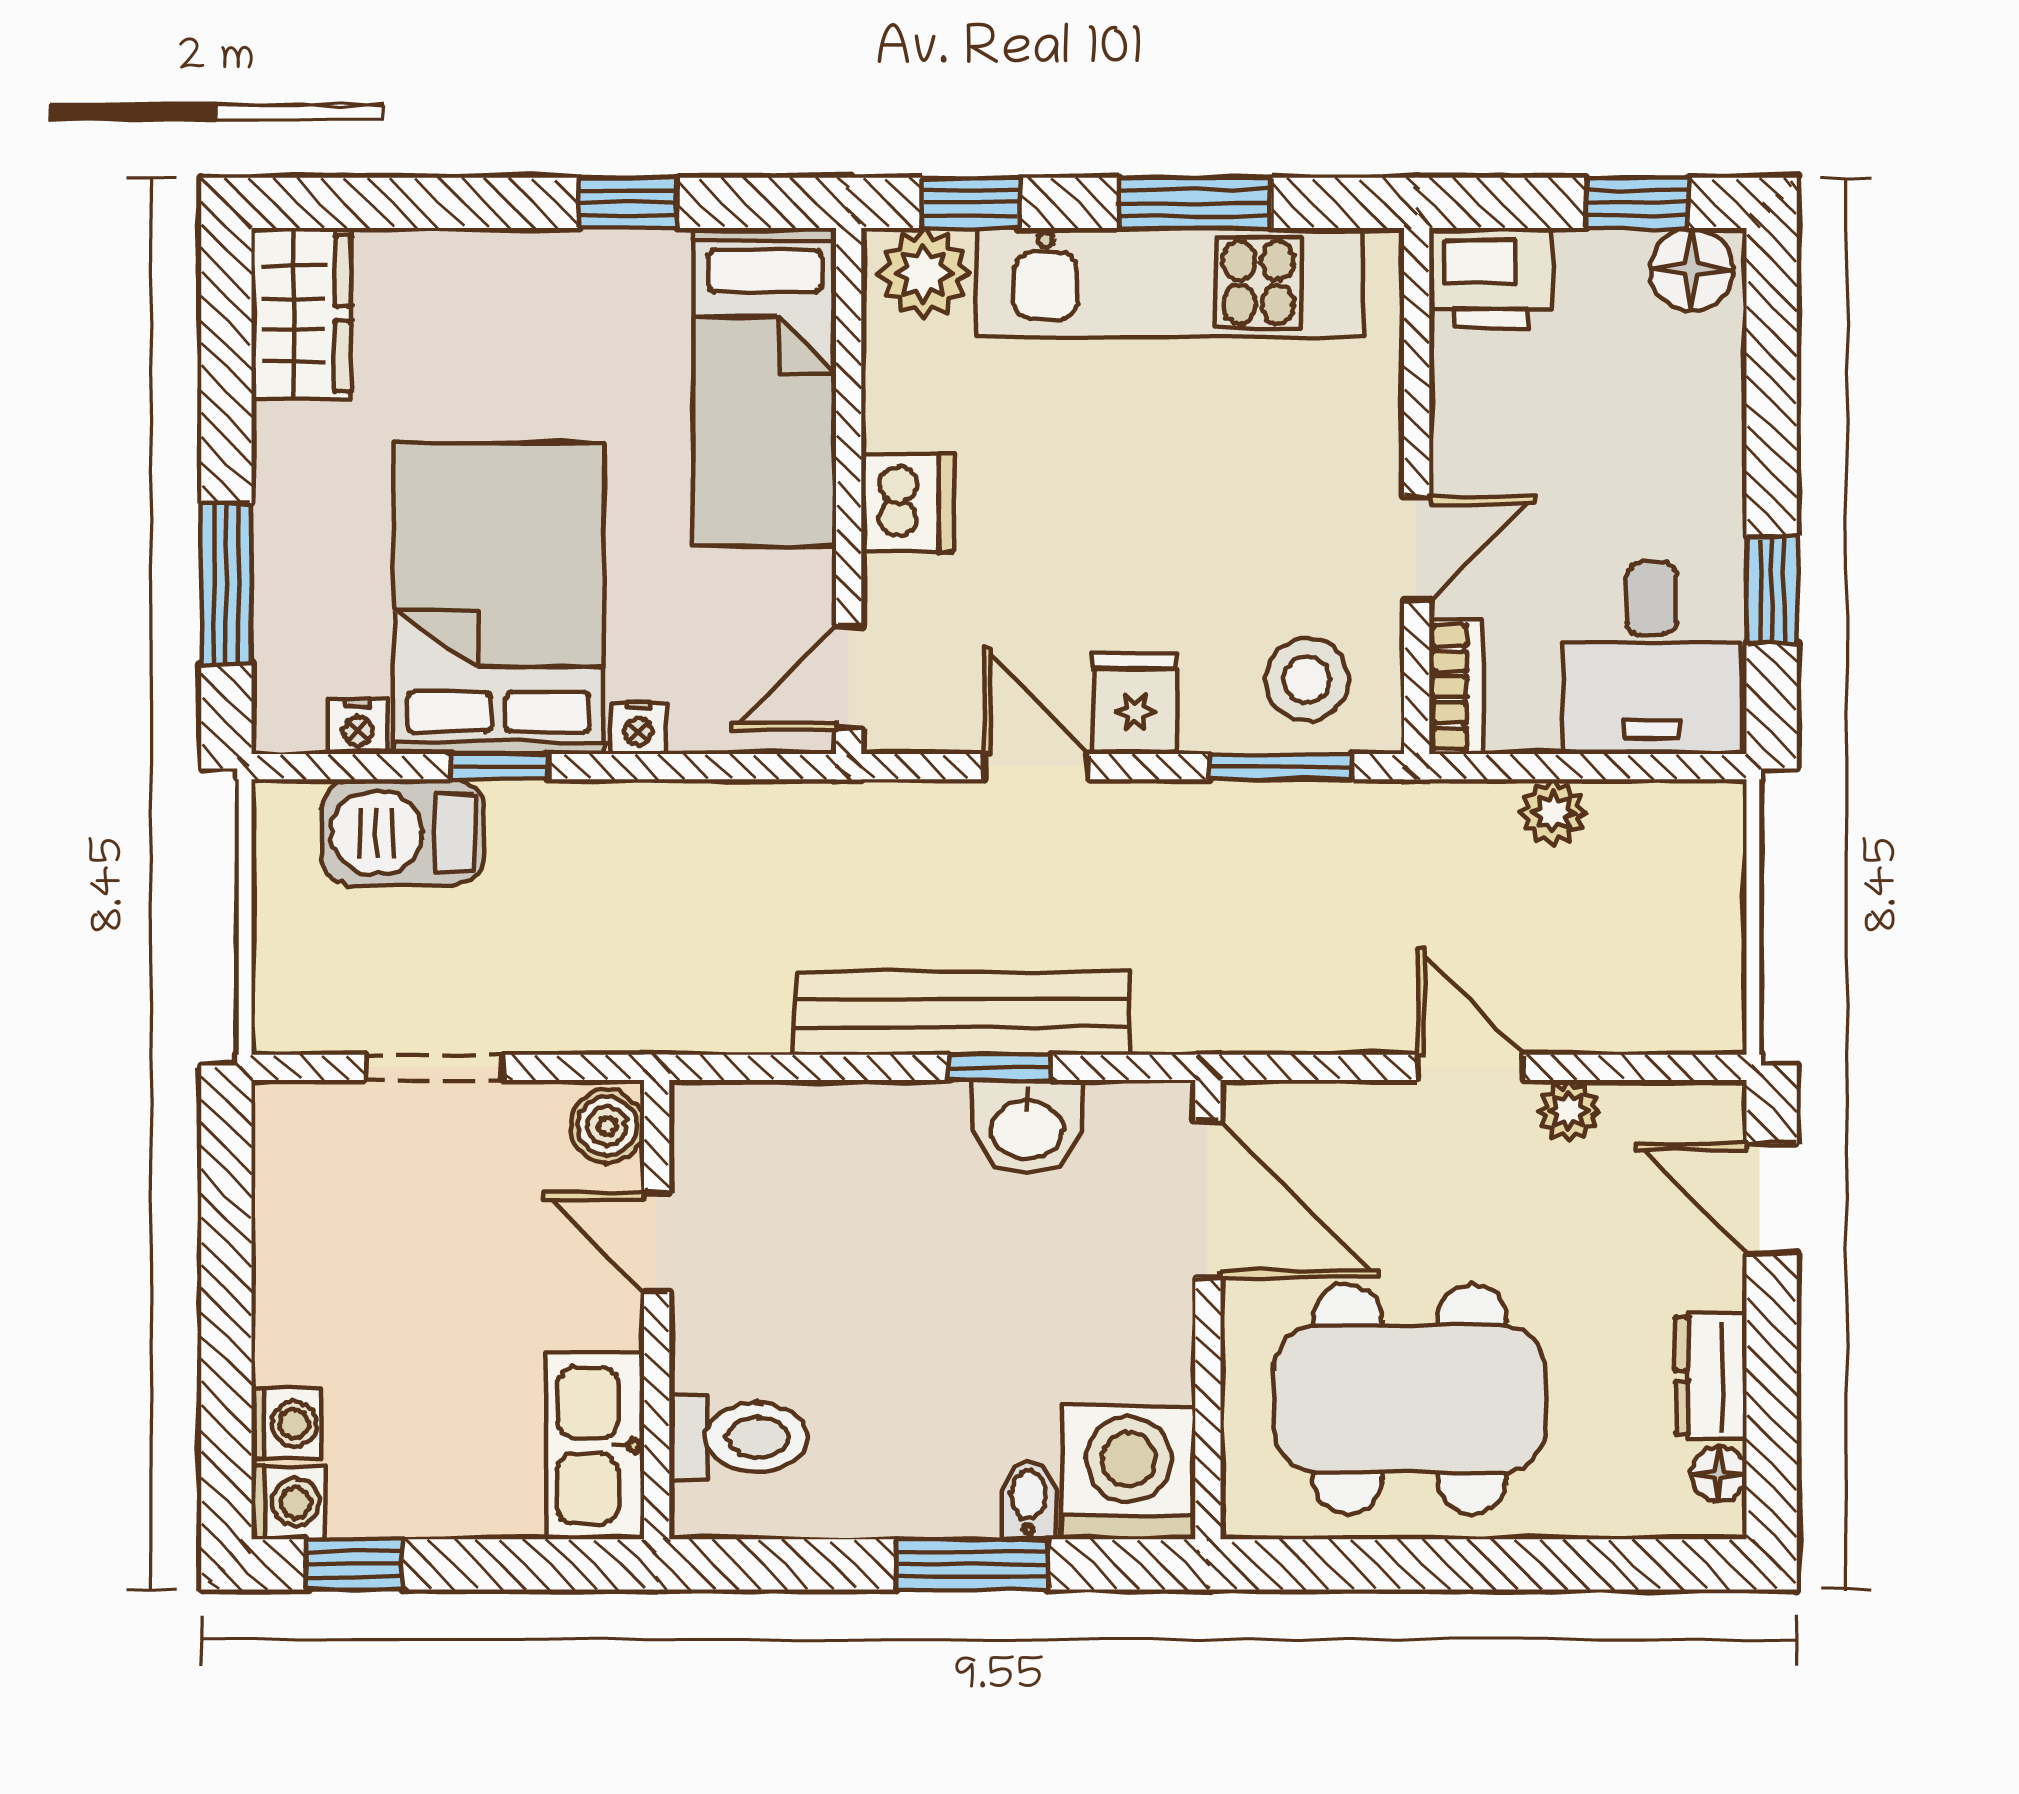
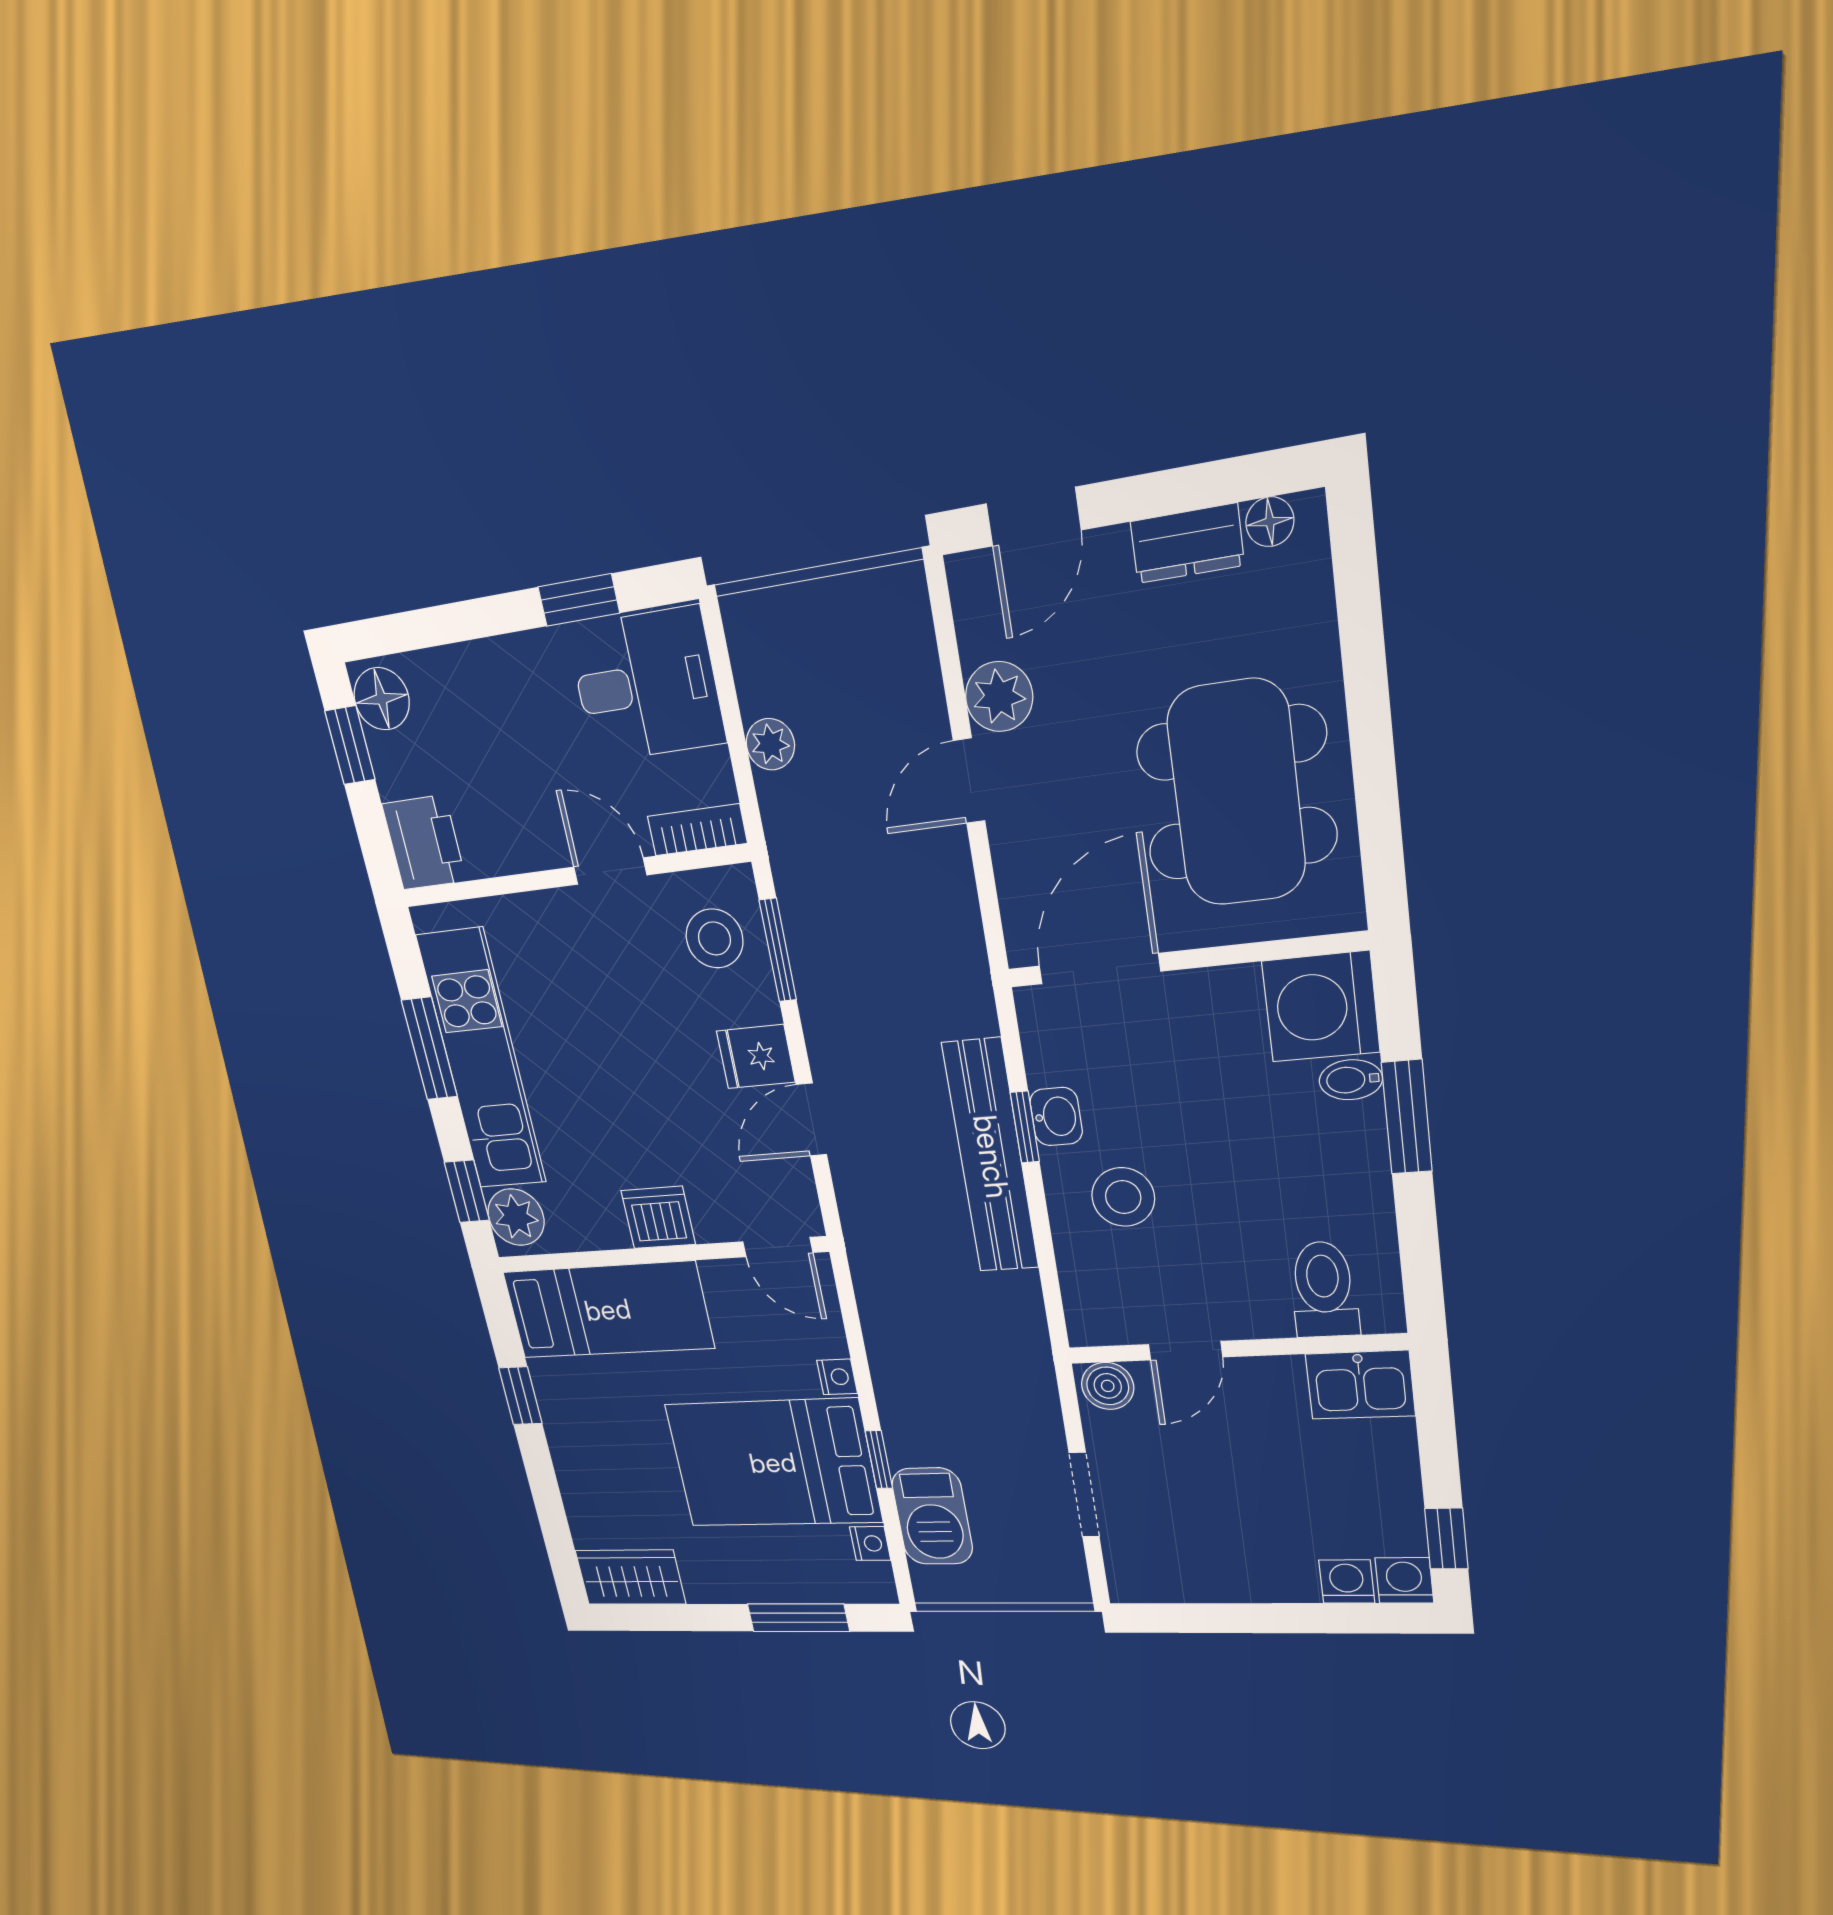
plant: (1569, 1111) -> (999, 697), width x1.38, depth x1.38
washbasin: (1027, 1127) -> (1056, 1117), width x0.72, depth x0.69
stool: (889, 1187) -> (1123, 1197), added
kitchen sink: (595, 1446) -> (1360, 1385), width x0.73

